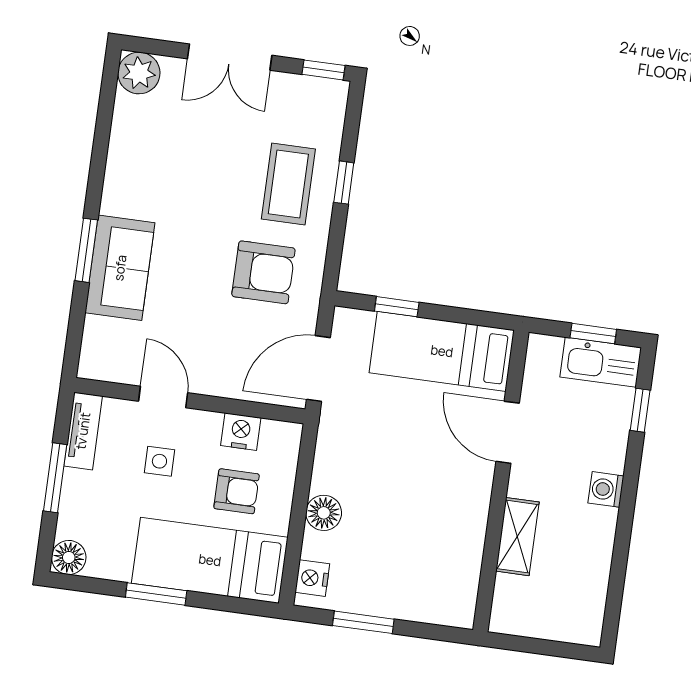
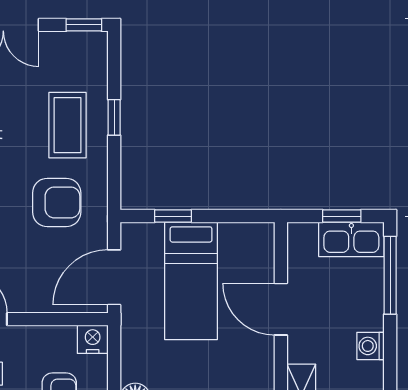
bed: (442, 351) -> (191, 281), moved, turned -90
window: (640, 410) -> (390, 275), width x2.17
nightstand: (241, 432) -> (93, 339), moved

